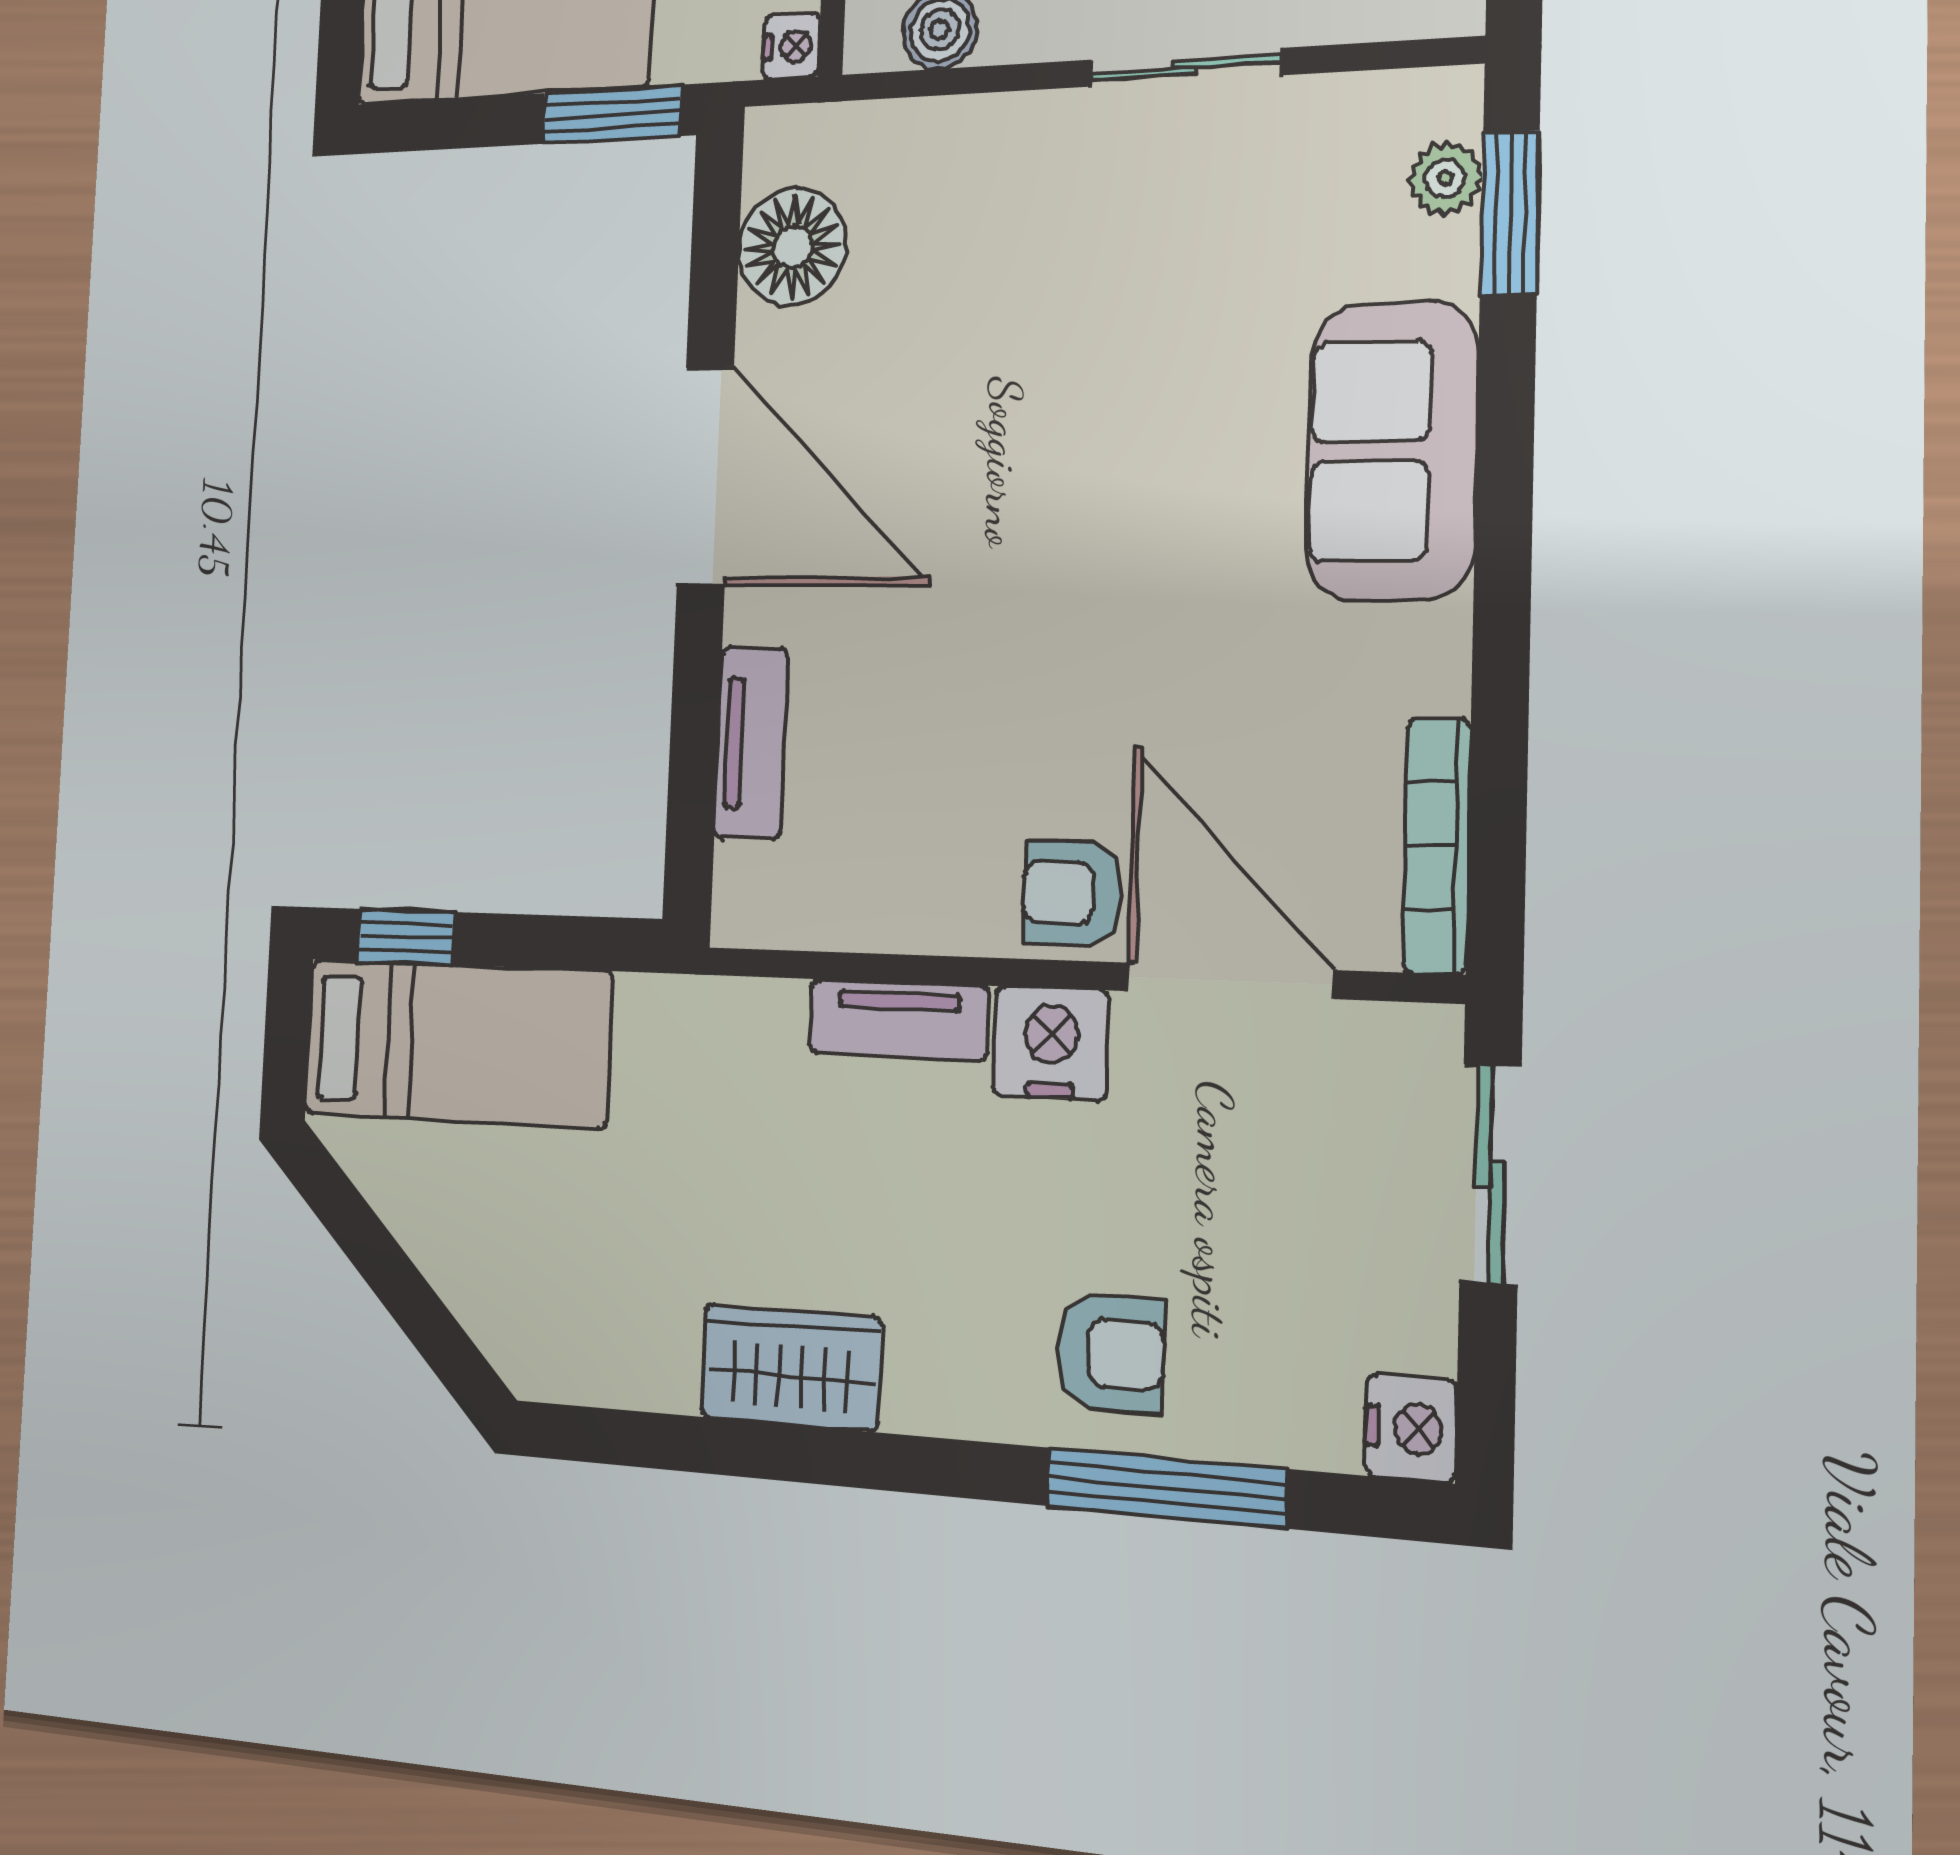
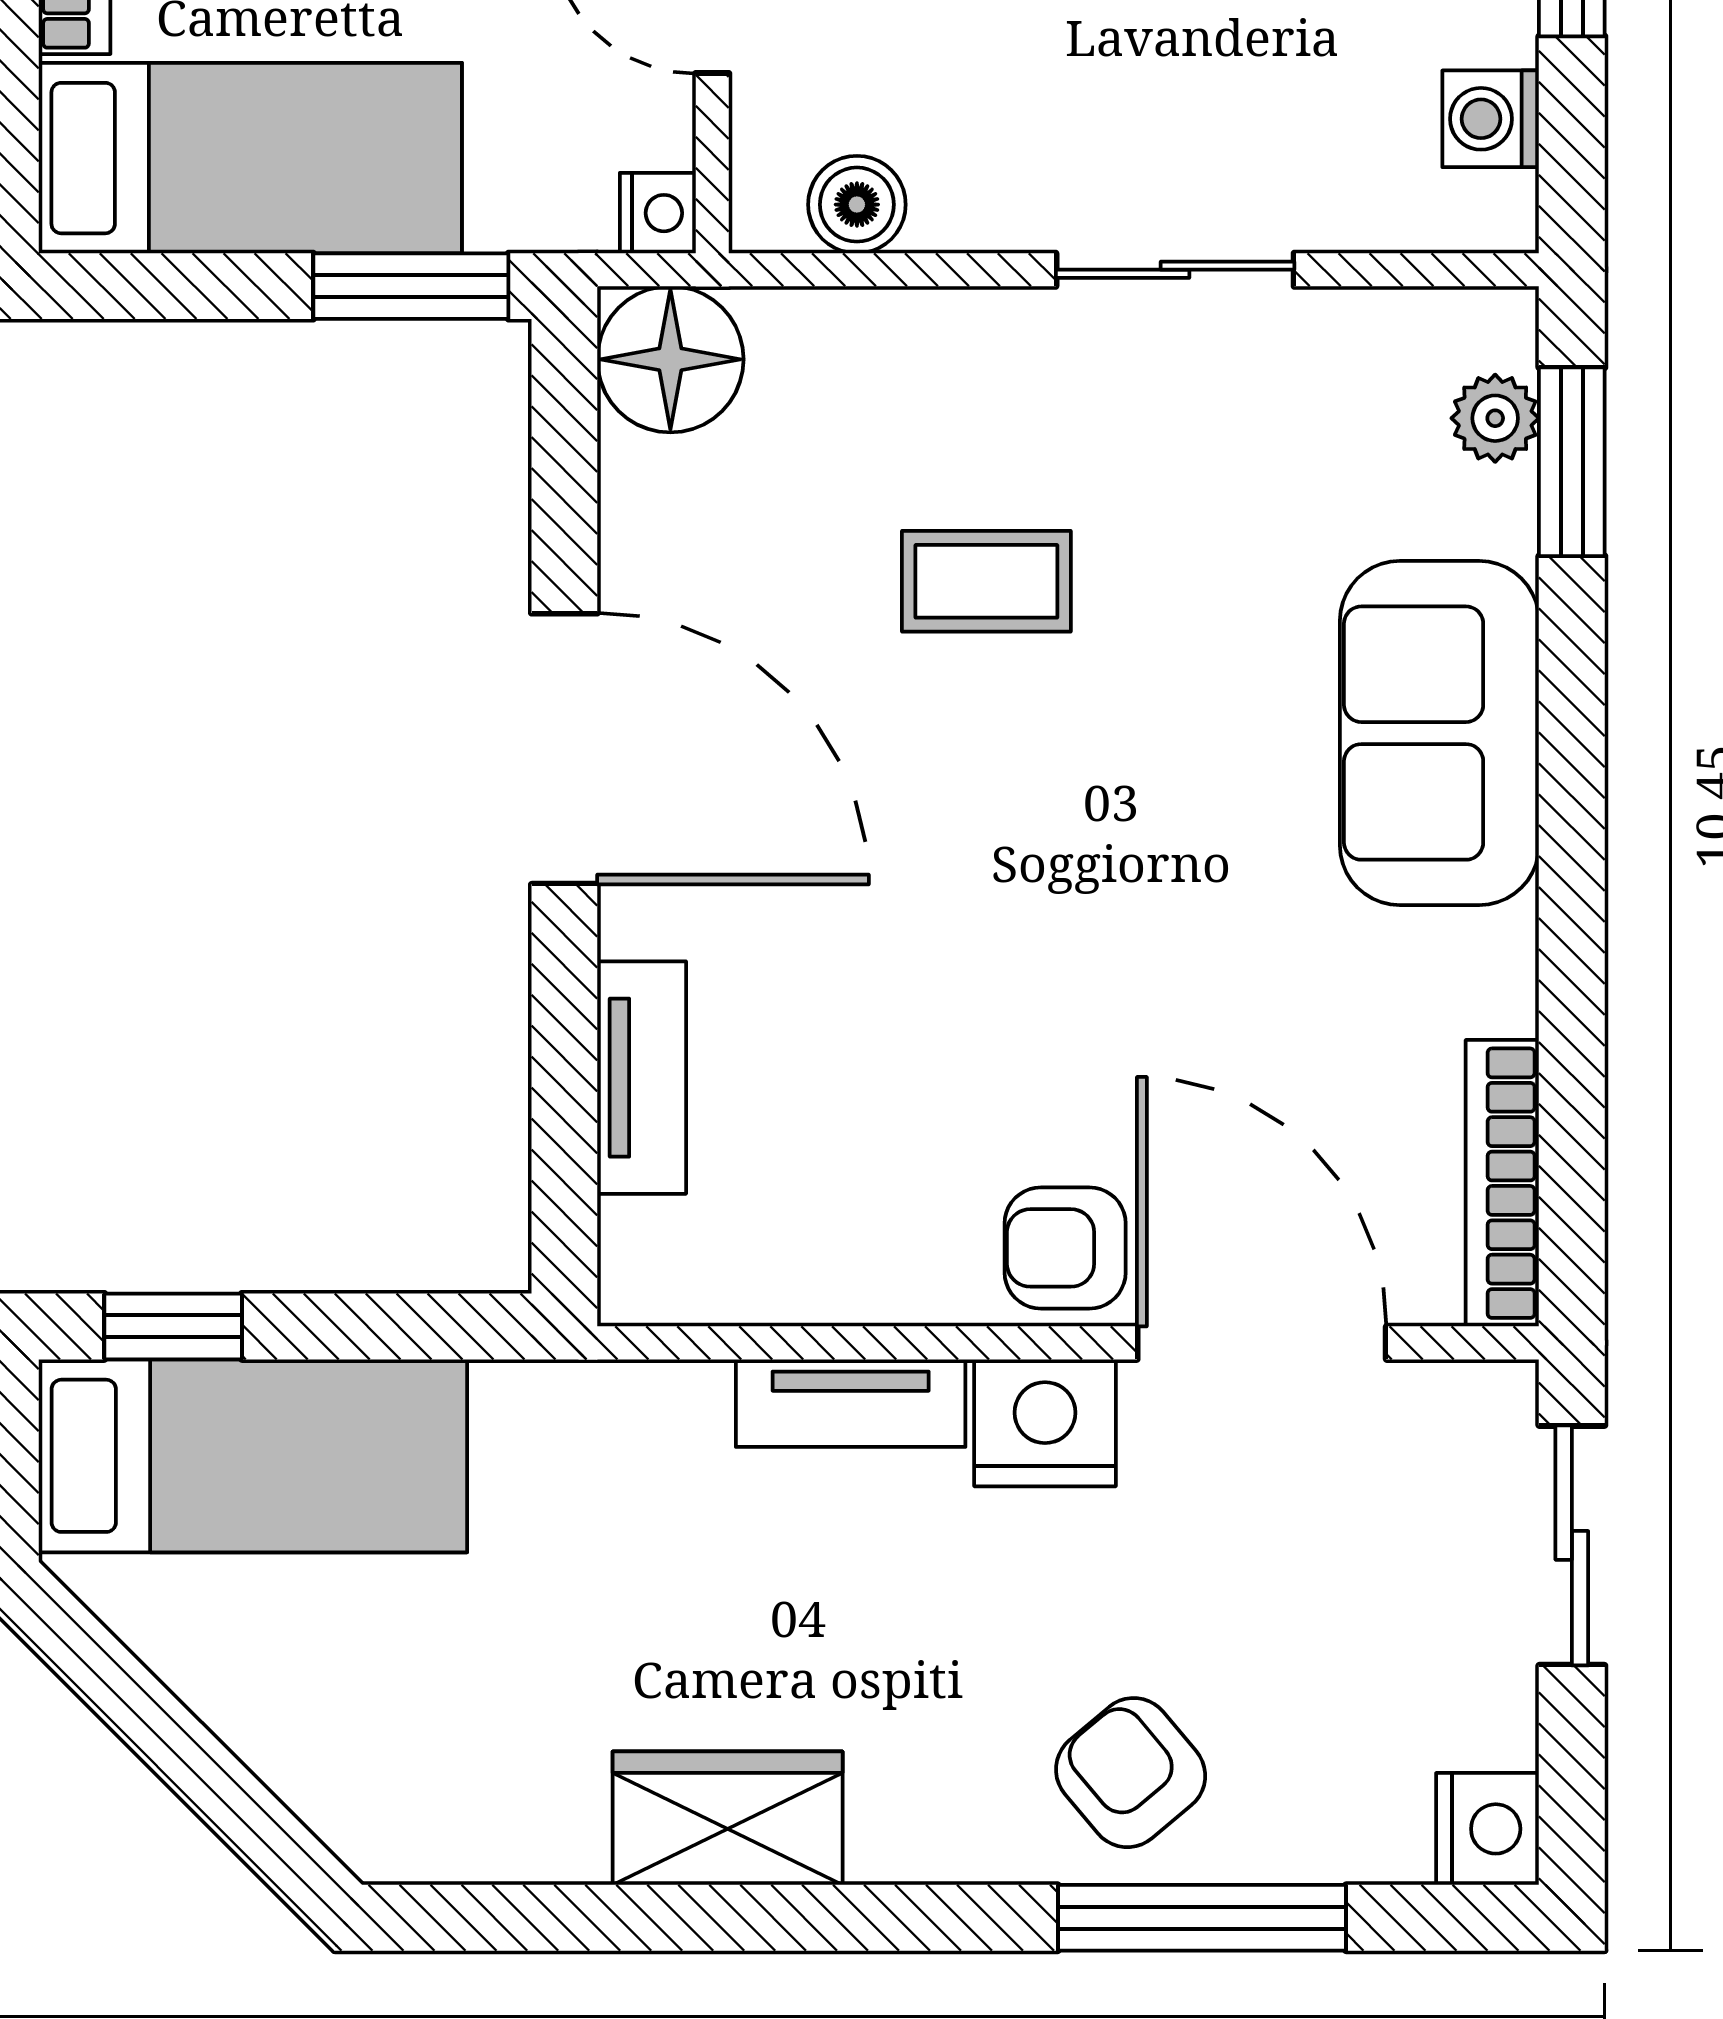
floor lamp: (792, 247) -> (670, 359), moved
coffee table: (1028, 332) -> (986, 581), added
armchair: (1111, 1353) -> (1131, 1773), turned -130

